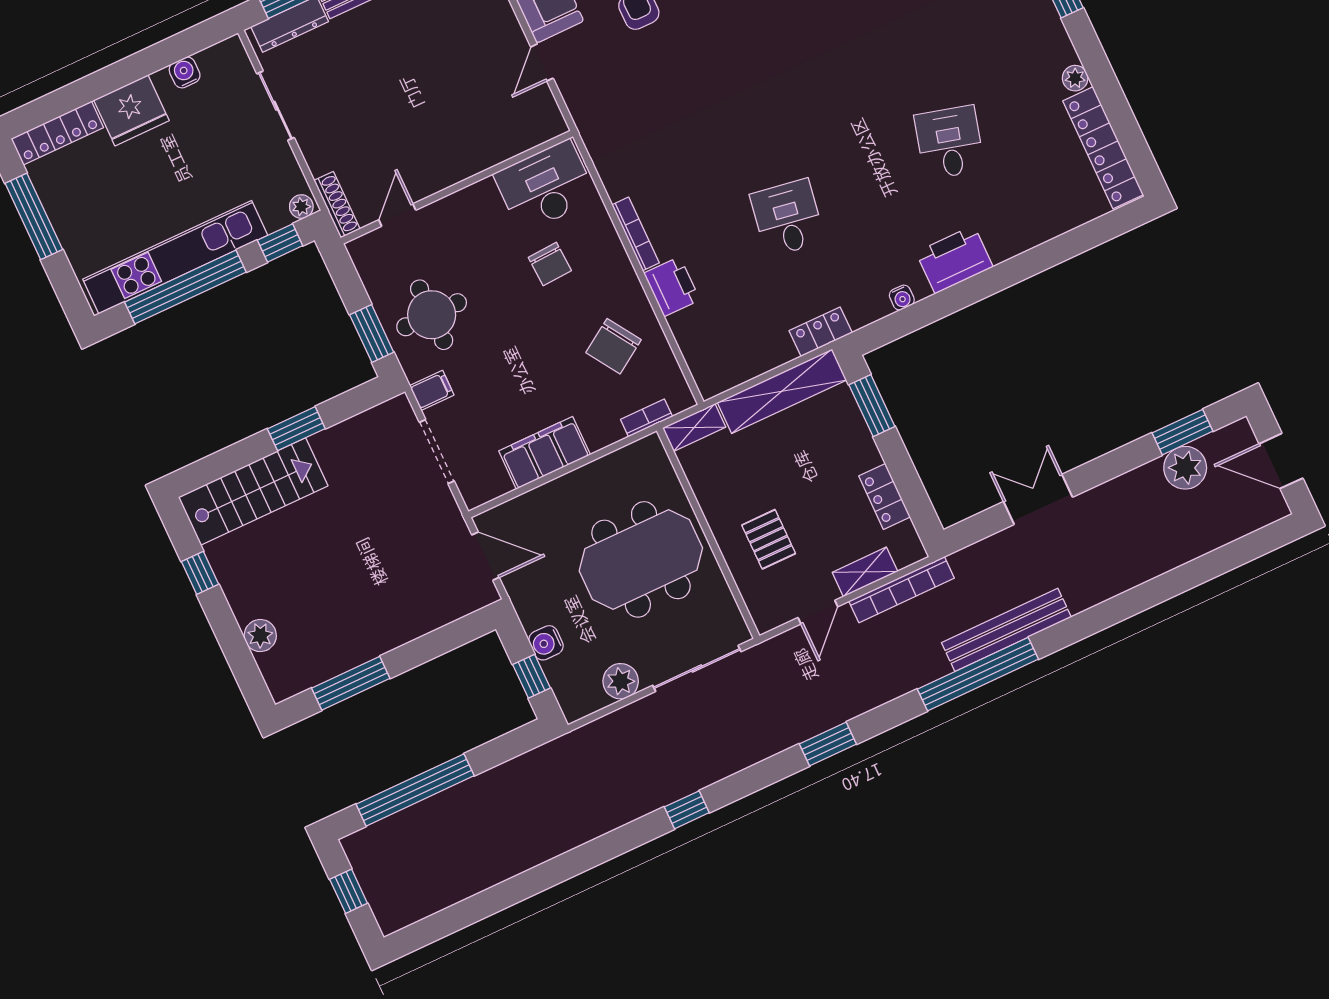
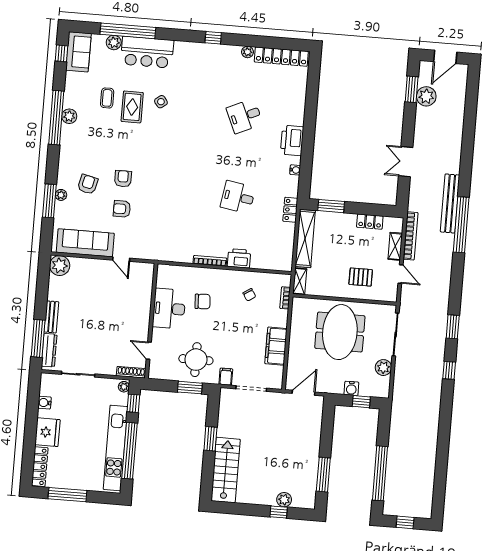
desk: (949, 142) -> (245, 116), turned -39
desk: (545, 187) -> (169, 309), moved
chair: (614, 346) -> (249, 295), width x0.54, depth x0.54
window: (200, 573) -> (279, 512), moved
window: (828, 744) -> (453, 327), moved

